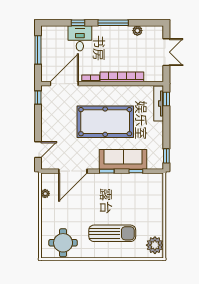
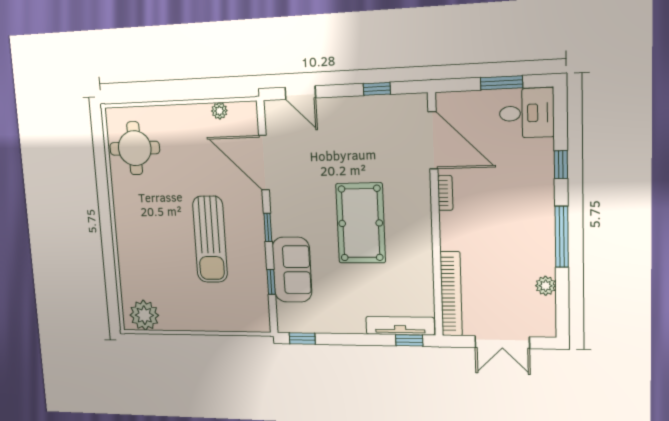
desk: (80, 38) -> (527, 113), moved
window: (38, 50) -> (501, 83), width x0.69
bookcase: (122, 77) -> (451, 294), moved
window: (38, 97) -> (377, 89), moved
pool table: (105, 122) -> (361, 223), width x0.73, depth x0.76
sofa: (123, 159) -> (292, 270), width x0.73
sun lounger: (112, 233) -> (210, 239), moved

